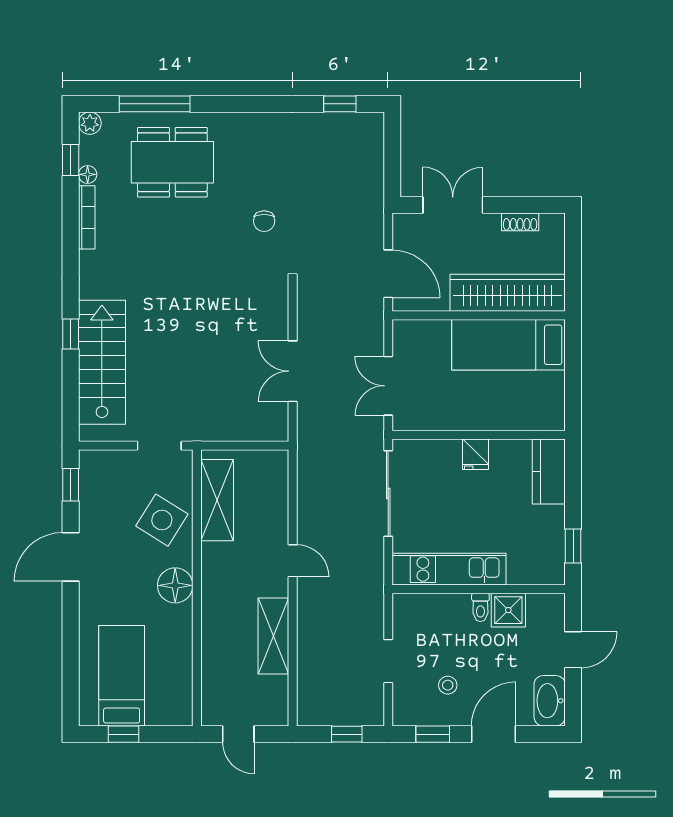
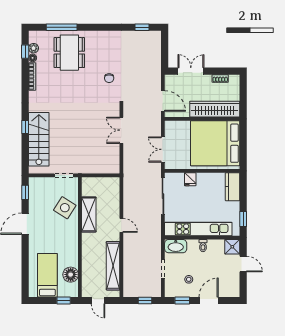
plant: (90, 123) -> (34, 48), moved
dining table: (172, 162) -> (69, 53), turned 90
bed: (508, 345) -> (215, 143), width x2.04
double door: (293, 371) -> (121, 130), moved
fridge: (475, 454) -> (190, 179), moved
shelving: (217, 500) -> (89, 214), moved
kitchen unit: (449, 569) -> (198, 229), width x1.36
floor lamp: (175, 585) -> (71, 275), moved
shower: (508, 610) -> (232, 247), moved
shelving: (273, 636) -> (113, 266), width x1.47
door: (573, 650) -> (243, 264), hinge flipped
washbasin: (550, 701) -> (176, 246), moved, turned -90
window: (123, 734) -> (64, 301), moved

